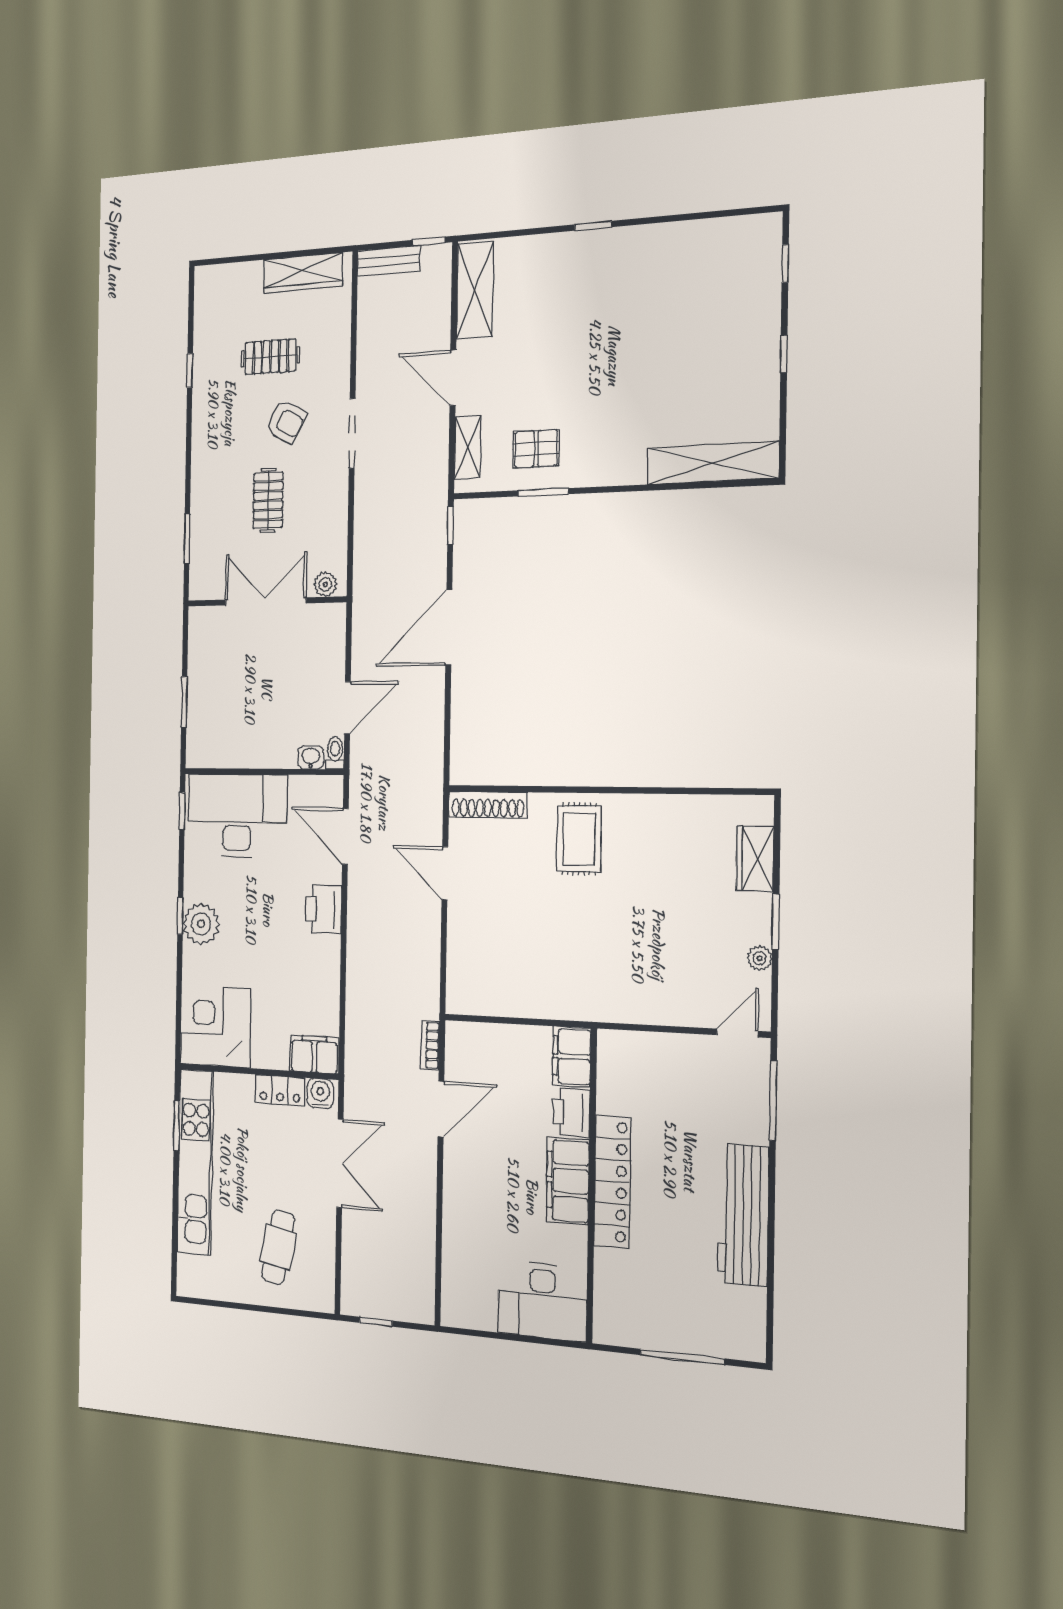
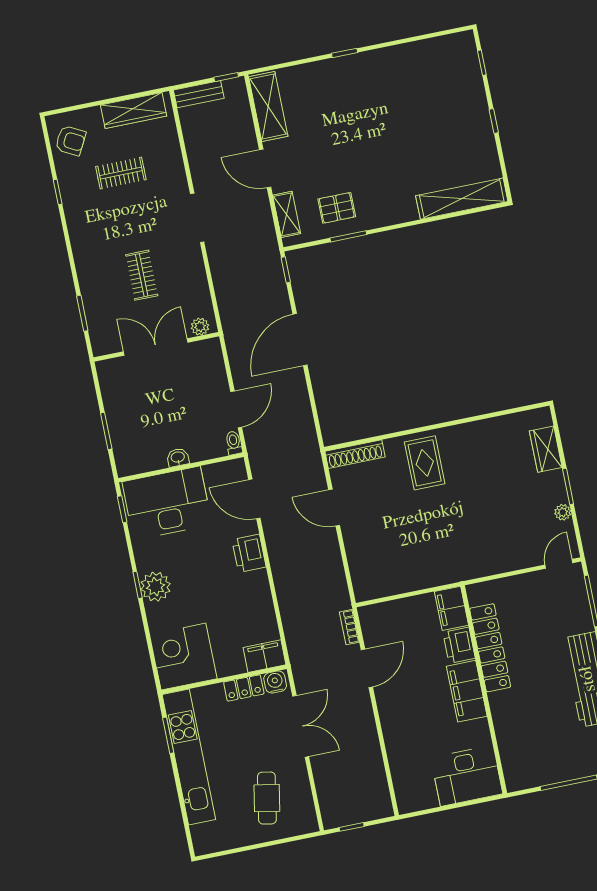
armchair: (286, 422) -> (70, 141), moved
washbasin: (311, 757) -> (178, 457), moved
locker: (612, 1182) -> (490, 648), moved

